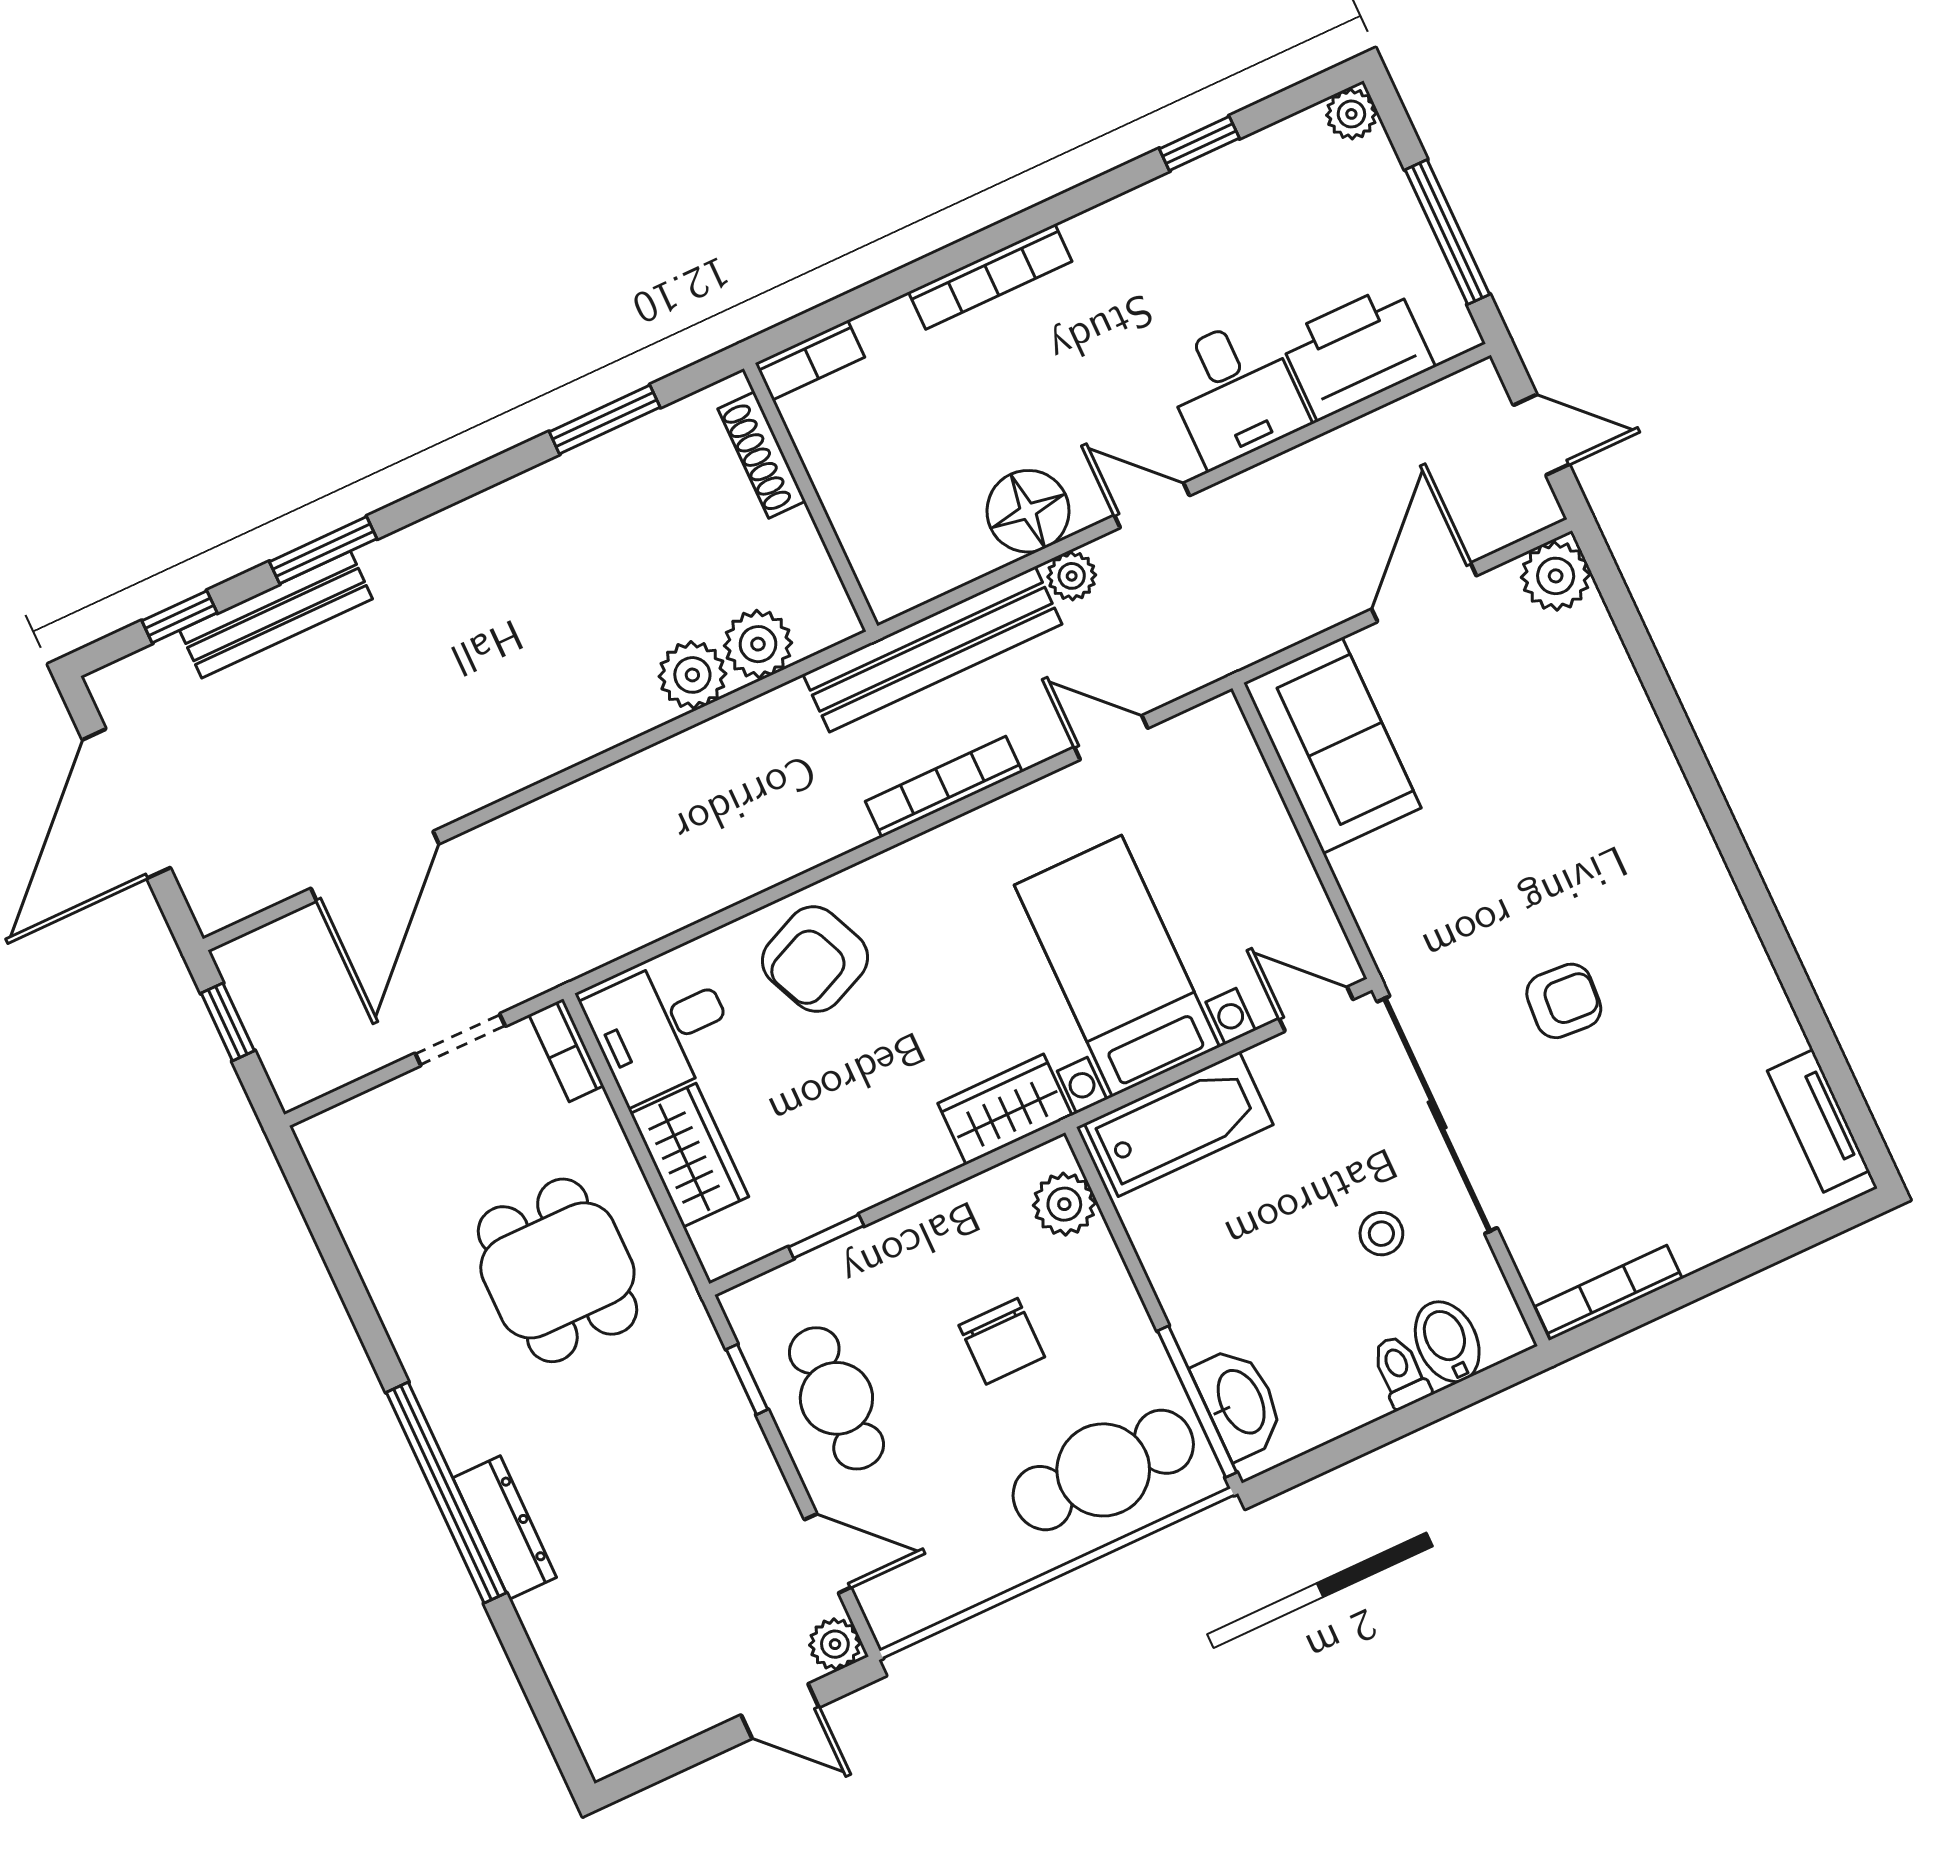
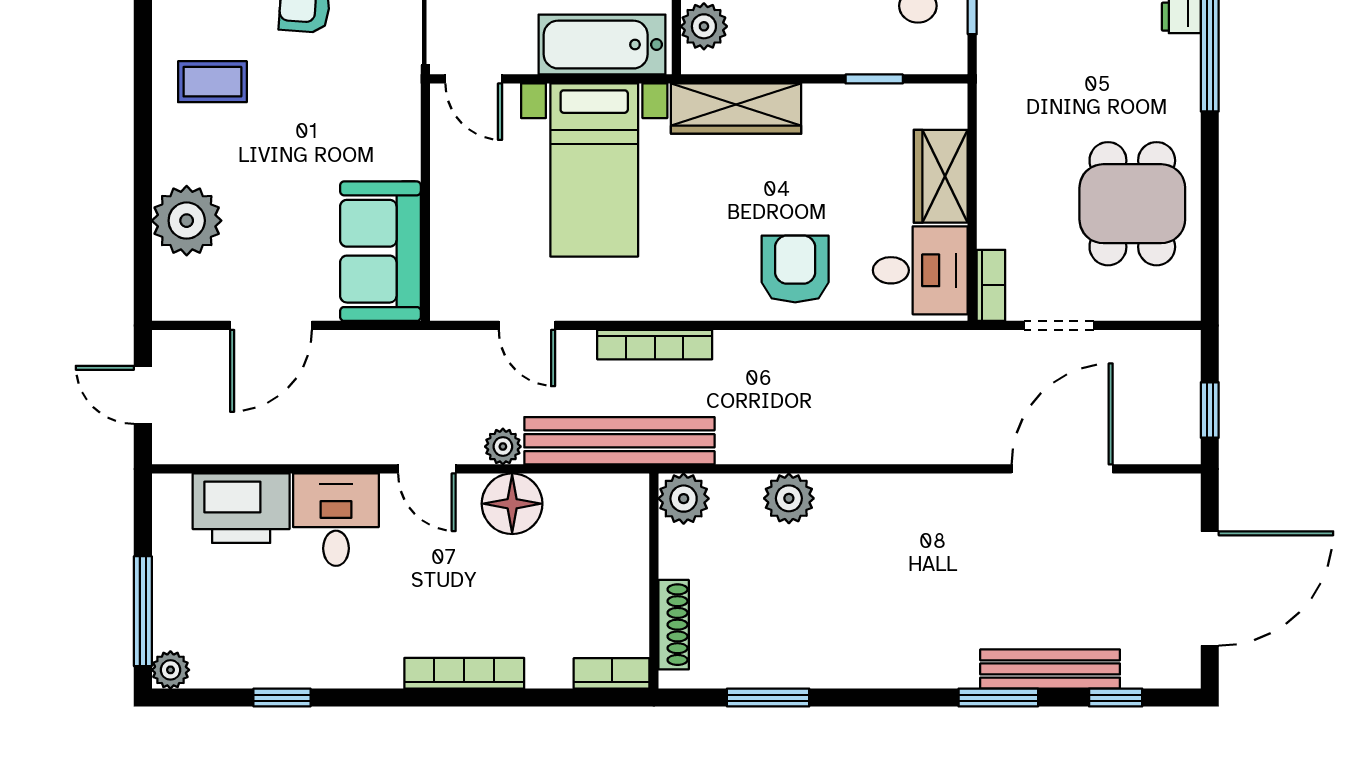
window: (1447, 232) -> (143, 611), moved
plant: (1556, 576) -> (187, 221), moved, width x1.36, depth x1.36
plant: (758, 644) -> (684, 499), moved
coffee table: (1634, 857) -> (212, 82), added
armchair: (815, 959) -> (795, 269), turned -66
wardrobe: (1005, 1109) -> (736, 109), width x1.50
dining table: (557, 1270) -> (1132, 204), moved

